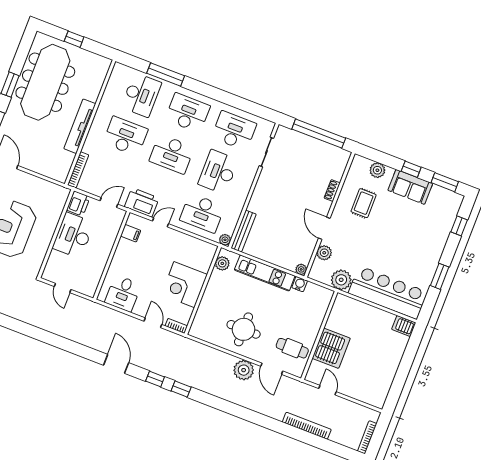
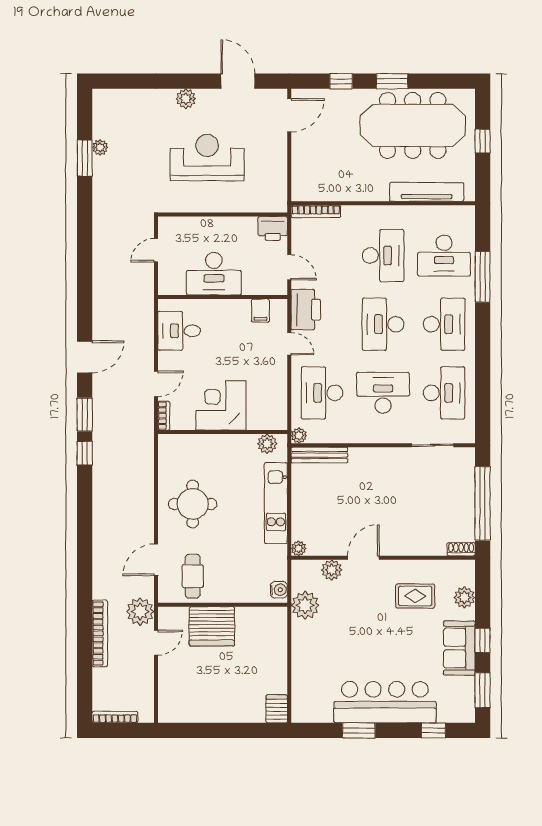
tv unit: (80, 126) -> (427, 192), moved
shoe rack: (332, 191) -> (461, 549), moved
desk: (73, 235) -> (214, 274), moved, turned 180
water cooler: (300, 284) -> (279, 590), moved
bar counter: (388, 293) -> (385, 702), moved, turned -90
plant: (244, 370) -> (140, 612), moved
window: (155, 379) -> (85, 415), width x1.50

